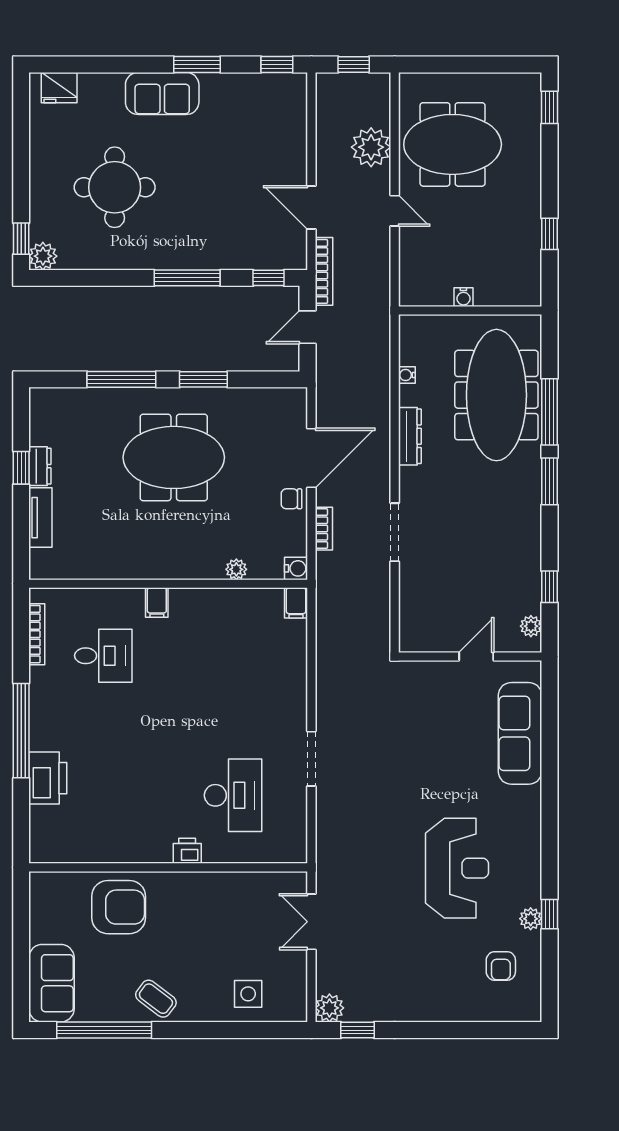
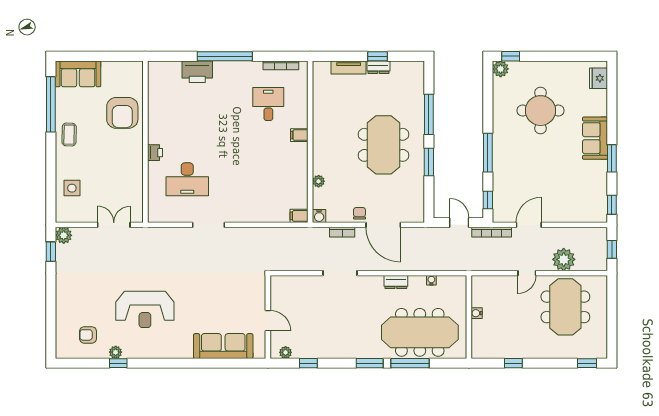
dresser: (410, 436) -> (396, 282), width x0.70
desk: (103, 656) -> (268, 104), turned 180
coffee table: (156, 999) -> (69, 135), turned -36

